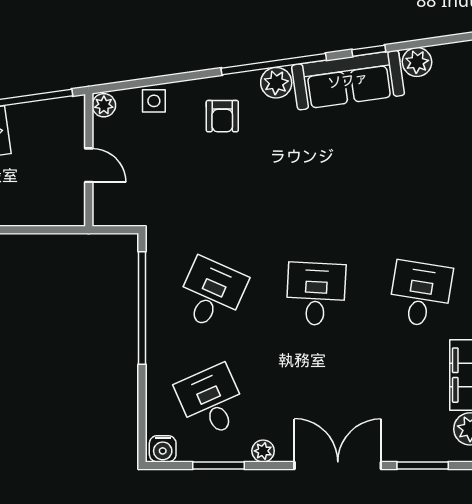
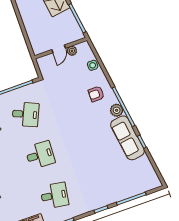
plant: (417, 62) -> (144, 162), removed
plant: (104, 105) -> (72, 51), moved

